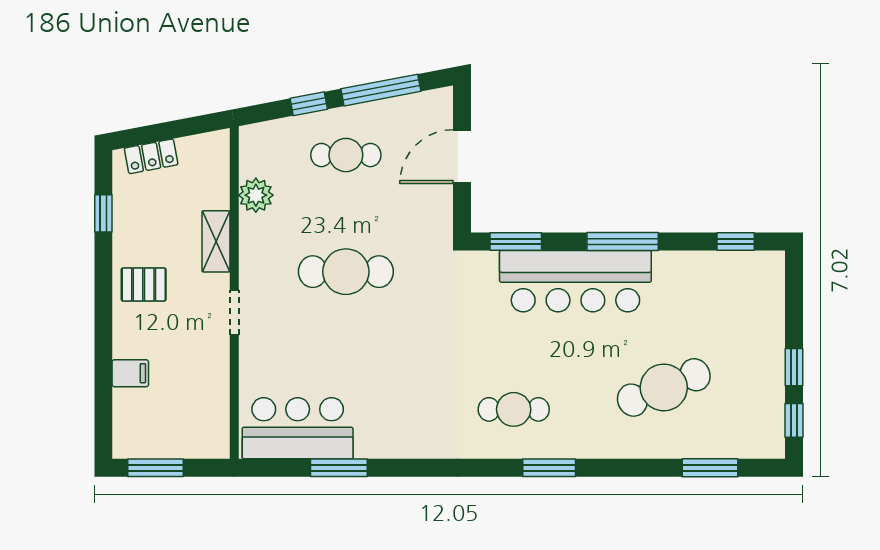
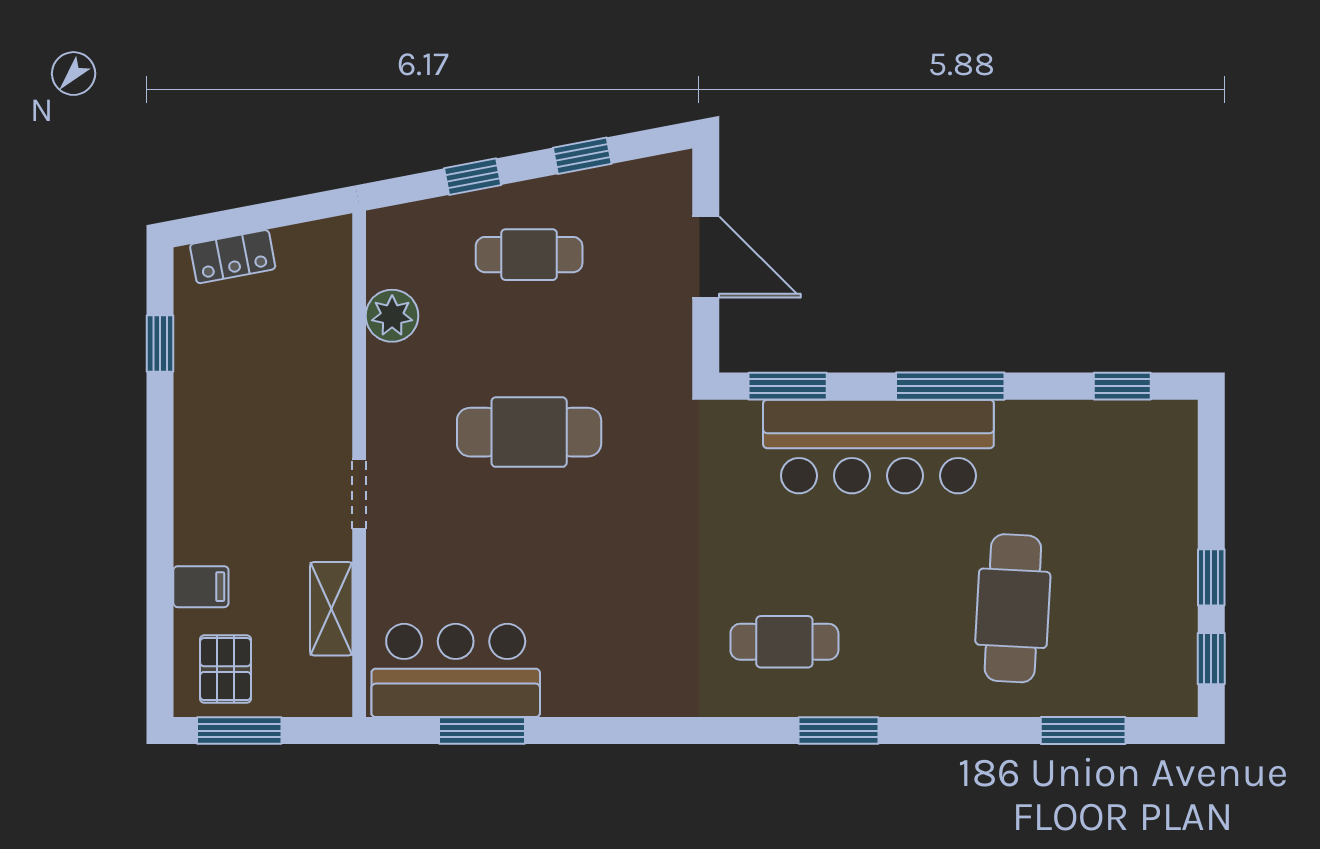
window: (381, 90) -> (582, 156), width x0.46
door: (462, 157) -> (706, 257), swing flipped
shelving: (216, 241) -> (331, 609), moved
pallet: (144, 285) -> (225, 669), moved, turned 90
cafe table: (664, 387) -> (1013, 608), turned -65
window: (339, 468) -> (482, 731), moved

